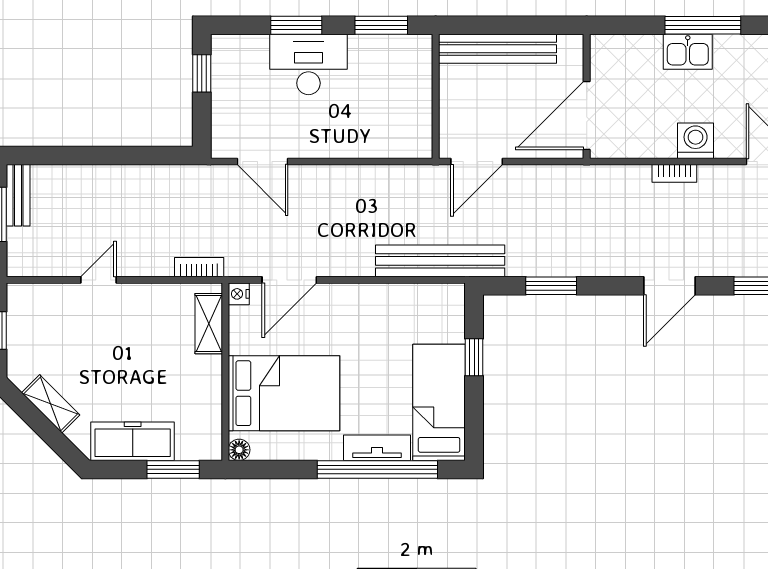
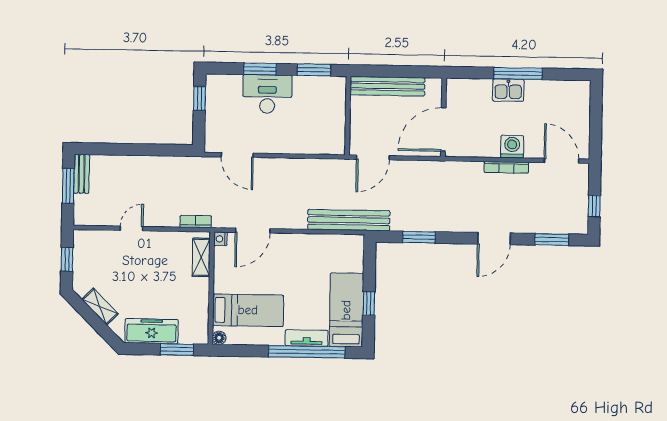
bookcase: (674, 173) -> (506, 167), width x1.56
window: (474, 357) -> (369, 303), moved
bed: (284, 393) -> (248, 310), width x0.67

